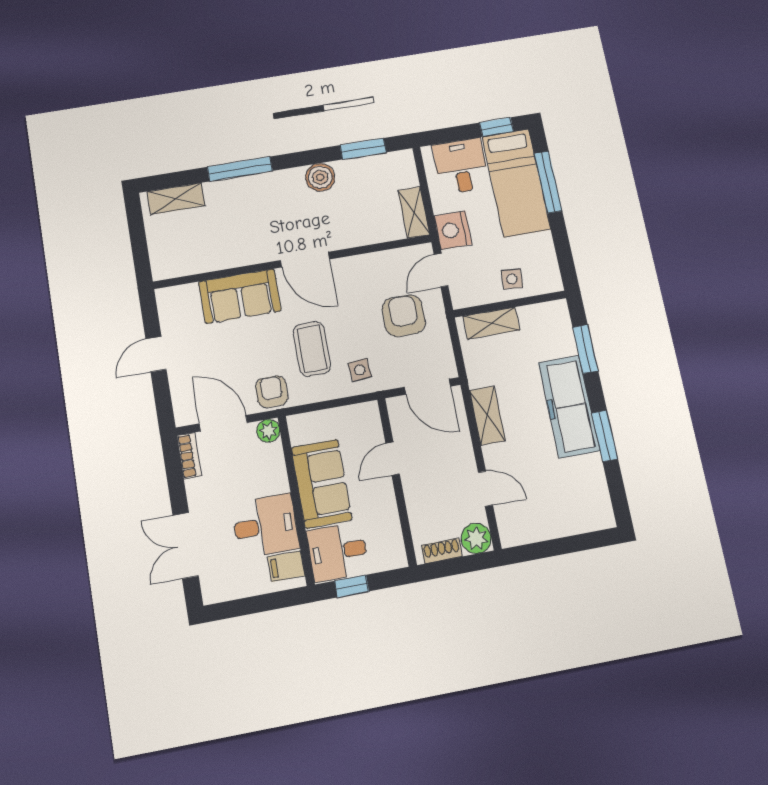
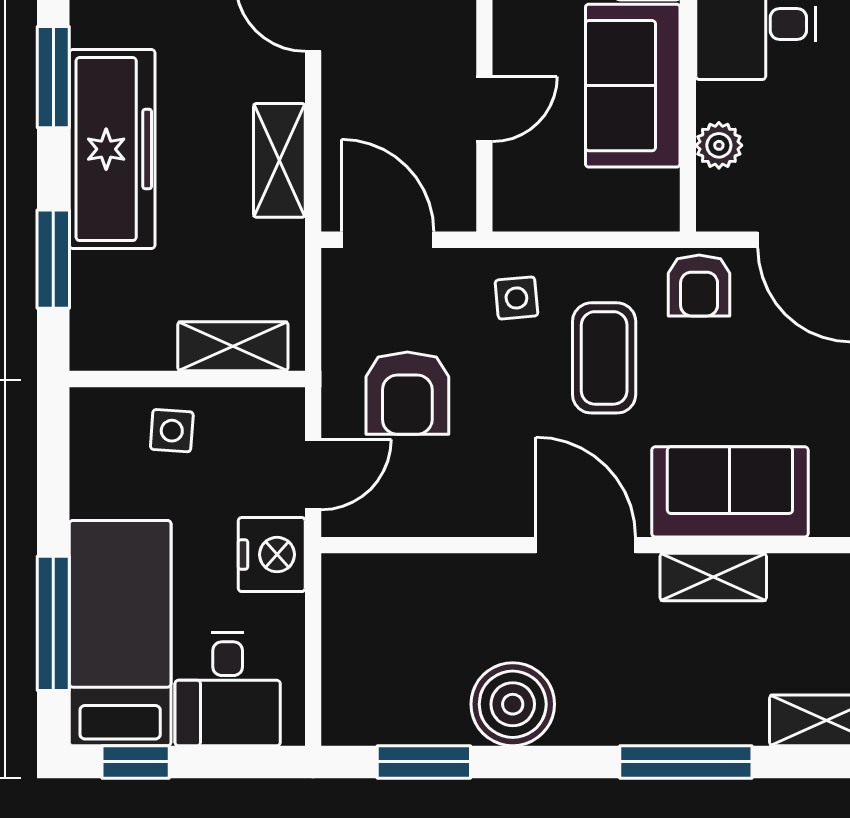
boiler: (320, 177) -> (513, 704), width x1.37, depth x1.37
shelving: (414, 213) -> (713, 577), moved, turned 90
plant: (268, 431) -> (719, 145), moved

